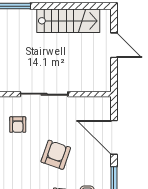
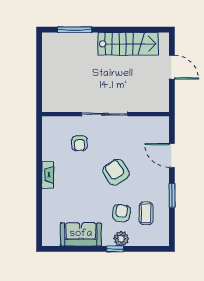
door: (114, 137) -> (172, 156), width x0.73
armchair: (56, 155) -> (116, 172), turned -52

